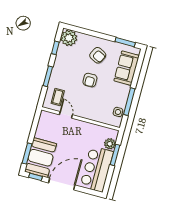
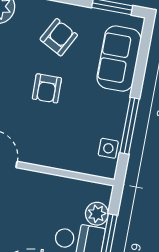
armchair: (98, 55) -> (59, 37), turned -89

